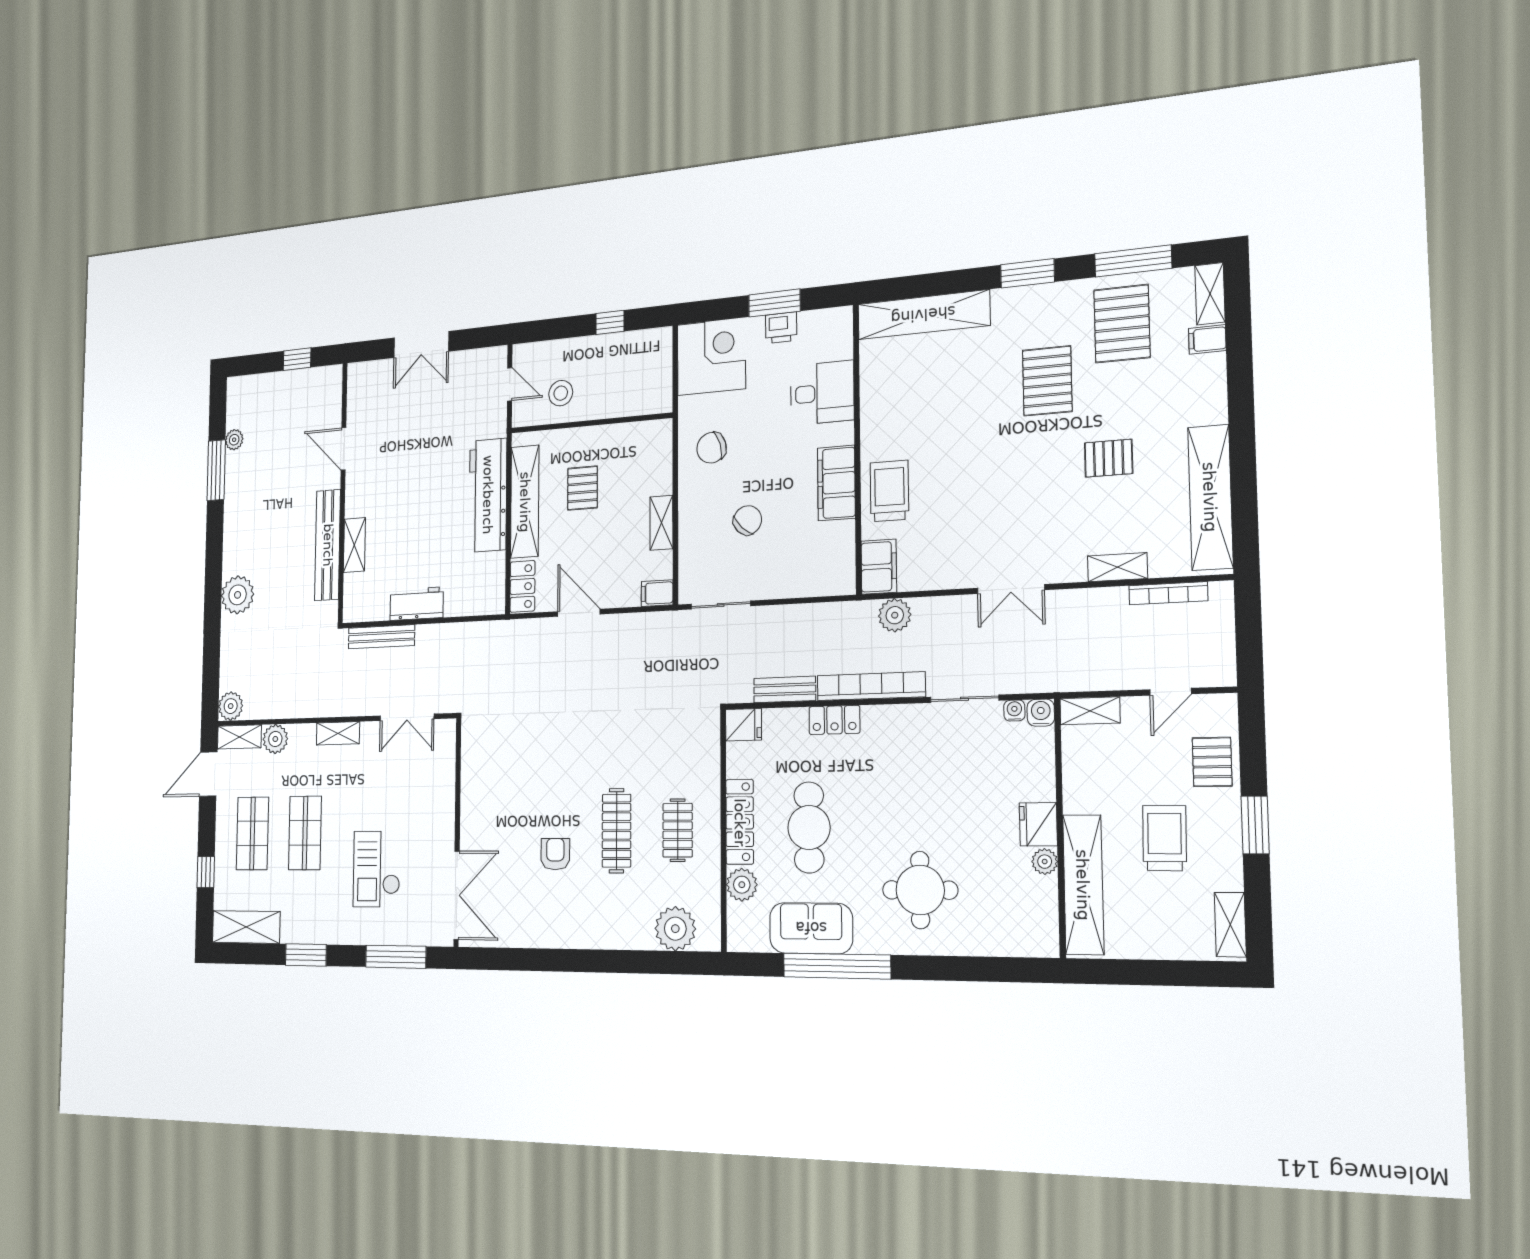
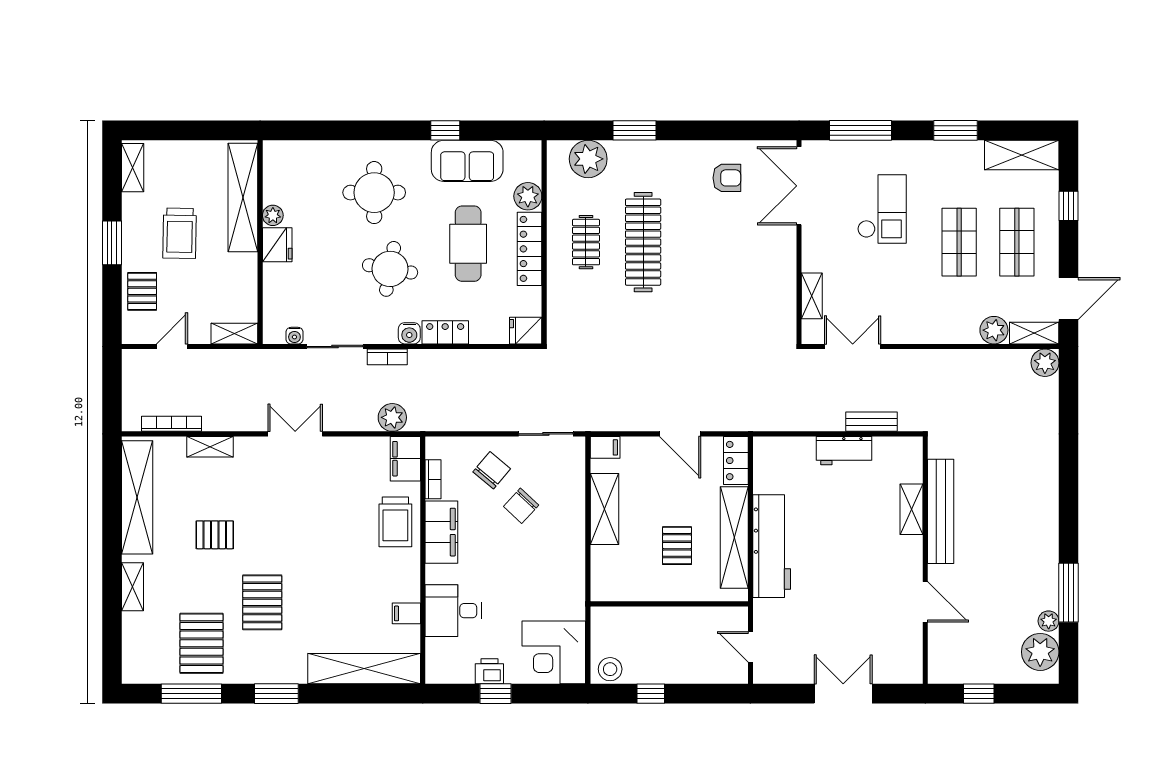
shelving: (1210, 294) -> (133, 587), moved
window: (774, 303) -> (495, 694), width x0.67
filing cabinet: (1207, 339) -> (406, 613), moved, turned 180
stool: (561, 393) -> (610, 669), moved
chair: (711, 448) -> (492, 470), moved, turned -34
shelving: (661, 523) -> (604, 509), width x1.50, depth x1.33
bookcase: (847, 544) -> (433, 479), added
plant: (238, 595) -> (1040, 652), moved
bench: (381, 637) -> (871, 422), width x0.73
bookcase: (871, 686) -> (387, 357), width x0.43, depth x0.76
bench: (785, 689) -> (489, 359), removed
water cooler: (1041, 713) -> (409, 333), moved
shelving: (338, 733) -> (812, 296), moved, turned 90
round table: (900, 796) -> (390, 269), added
clothes rail: (617, 831) -> (643, 242), width x1.37, depth x1.31
armchair: (555, 854) -> (727, 178), moved, turned -90
window: (625, 962) -> (634, 130), added
window: (837, 966) -> (445, 130), width x0.32

